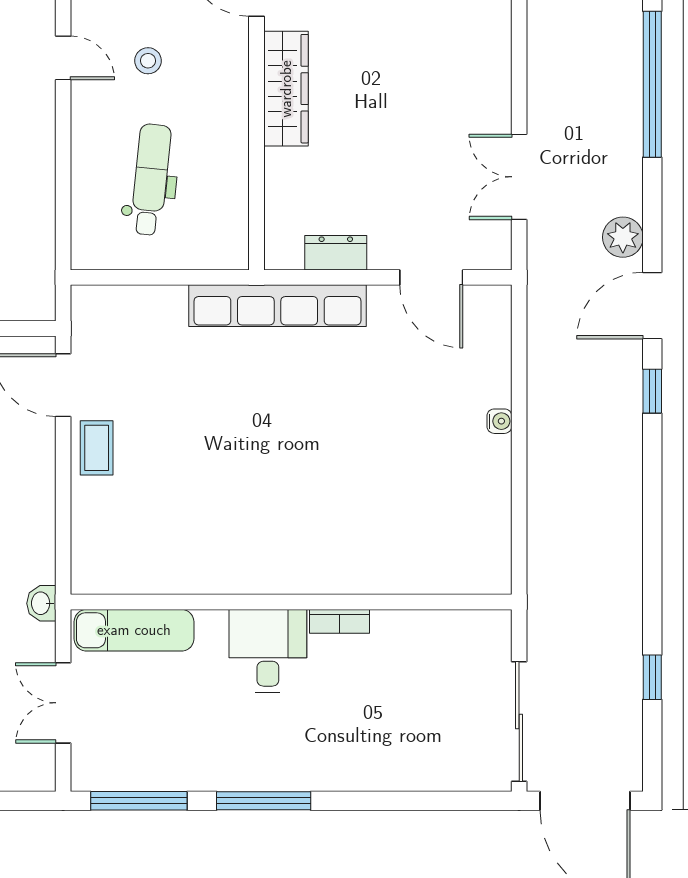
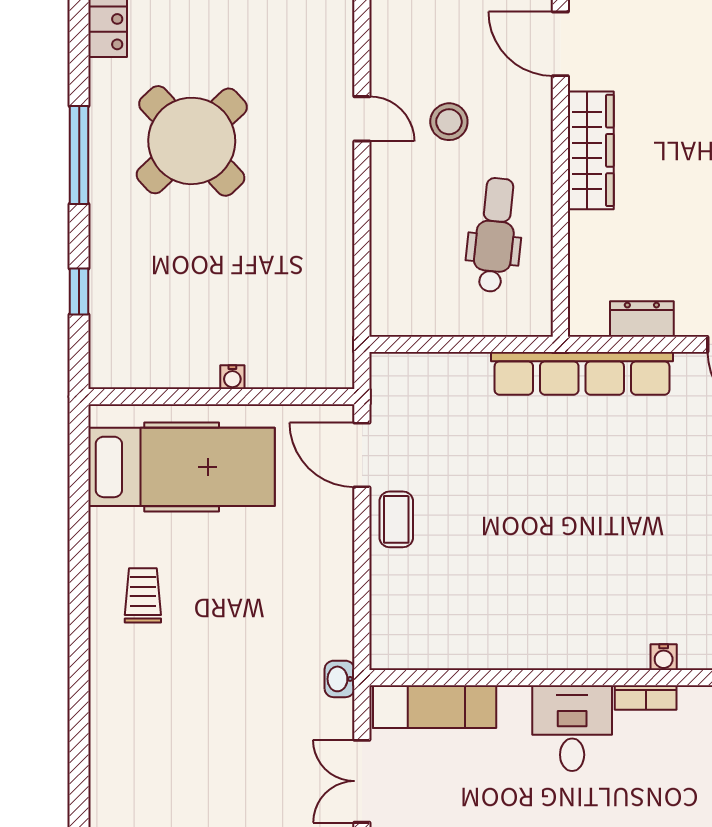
stool: (148, 61) -> (449, 122), width x1.37, depth x1.37
dental chair: (151, 180) -> (495, 235), moved
water cooler: (357, 582) -> (664, 657), added

